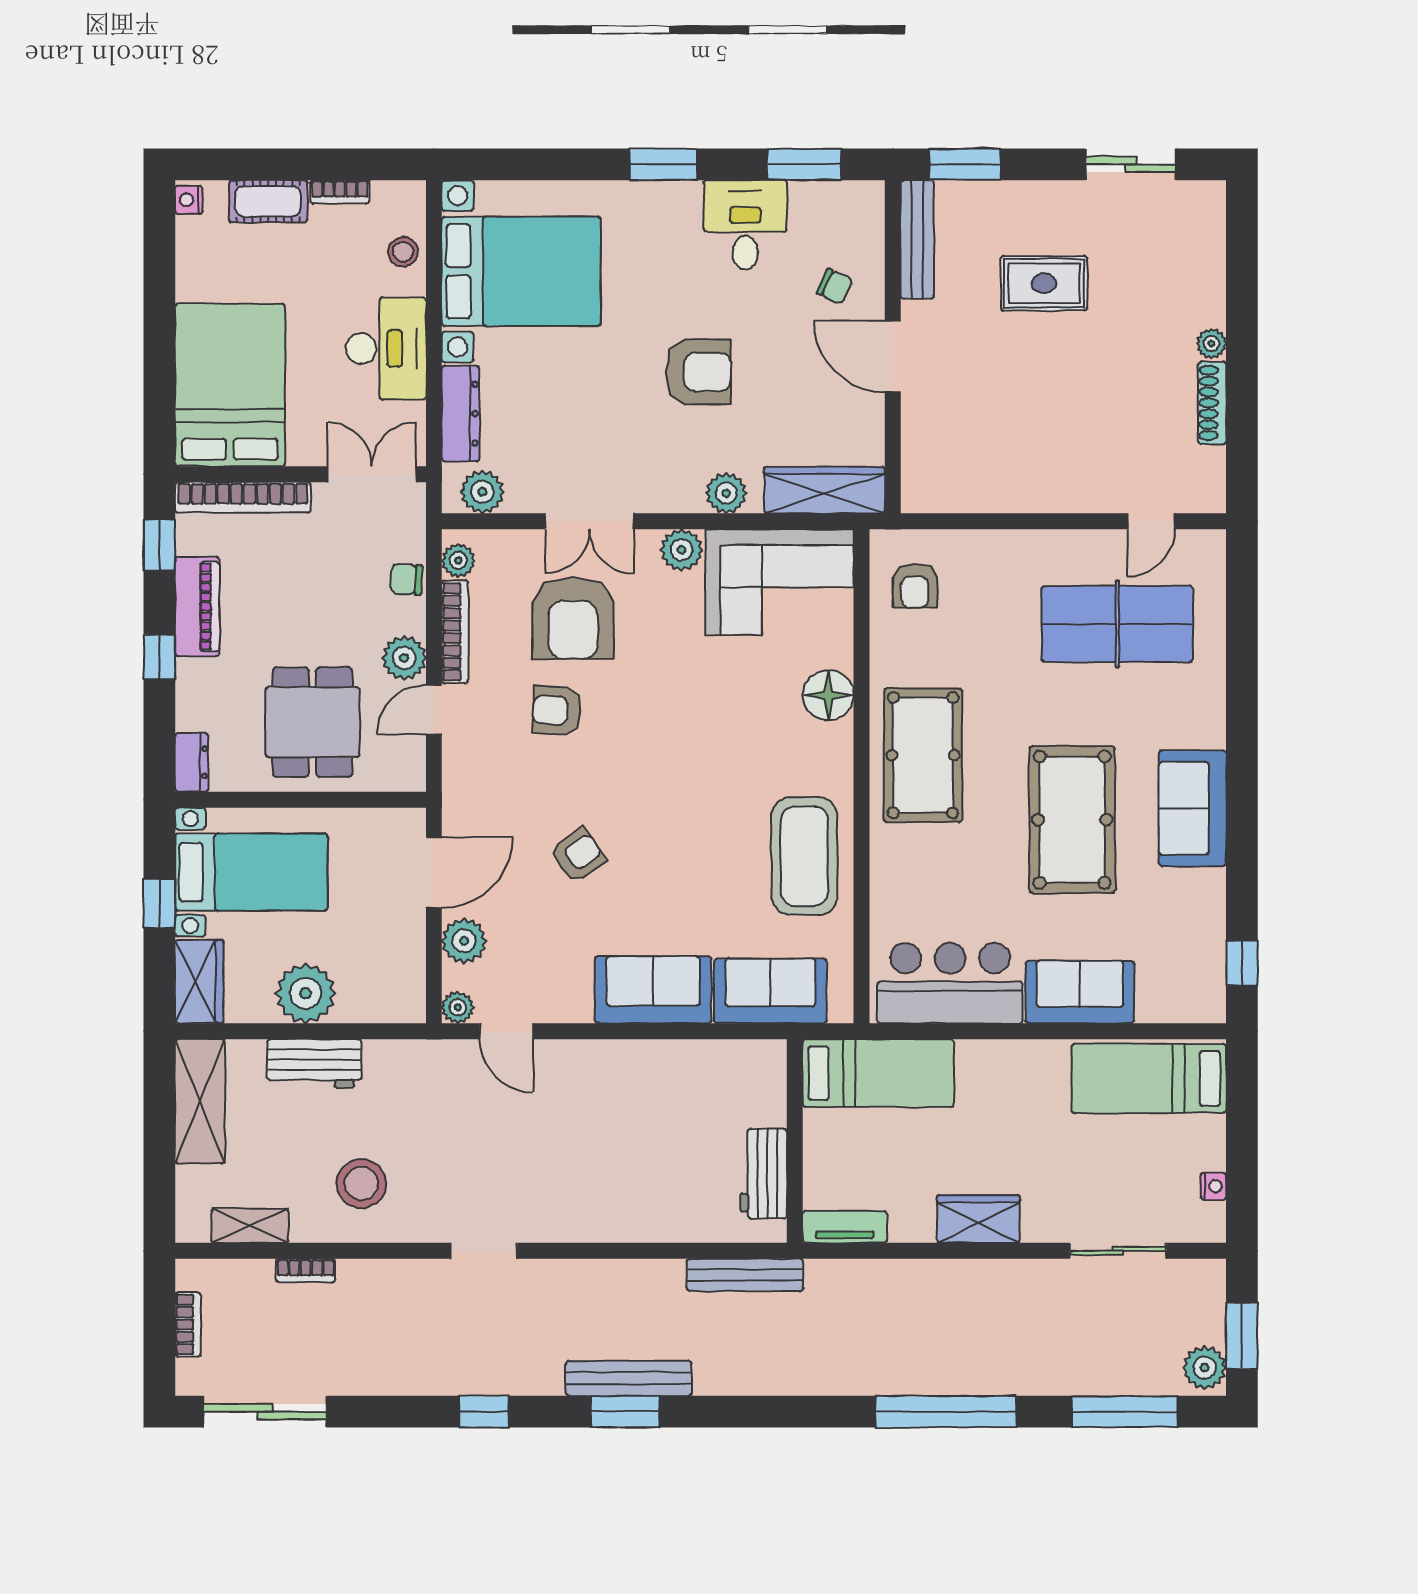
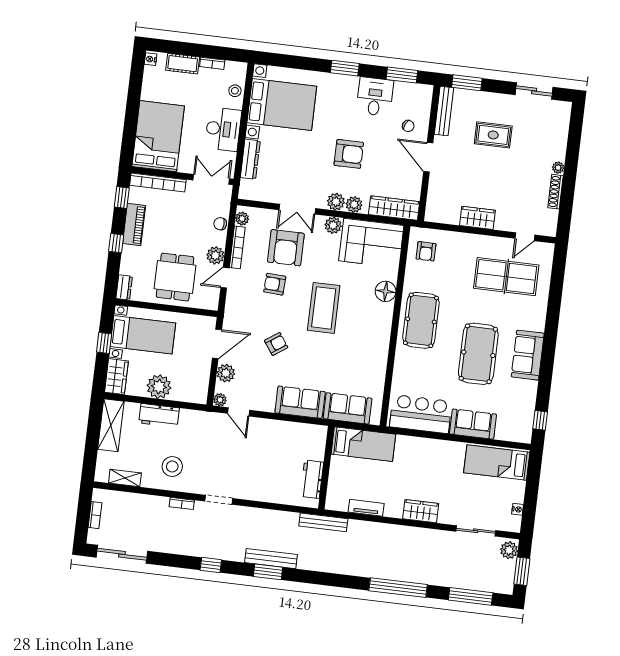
wardrobe: (1030, 489) -> (477, 218), added
plant: (482, 492) -> (336, 202), moved
coffee table: (804, 856) -> (324, 308), moved
bed: (878, 1073) -> (363, 444), moved
wall: (795, 1141) -> (326, 468), moved
workbench: (764, 1174) -> (312, 479), moved
bookcase: (306, 1271) -> (182, 503), moved
plant: (1205, 1368) -> (509, 550), moved

